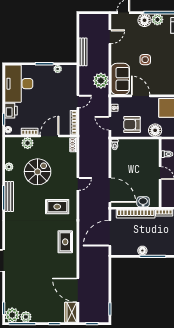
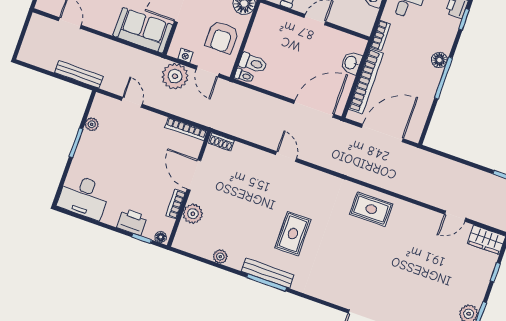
plant: (101, 81) -> (175, 76), moved
desk: (19, 84) -> (84, 197), width x0.73, depth x0.77
door: (78, 102) -> (132, 102), moved
door: (110, 123) -> (208, 71), hinge flipped
toilet: (124, 147) -> (253, 63), added
spiral stairs: (38, 172) -> (244, 214), removed
rug: (57, 207) -> (293, 234), moved
door: (110, 233) -> (382, 133), swing flipped
floor lamp: (142, 251) -> (439, 60), moved
door: (78, 290) -> (455, 216), width x0.53

